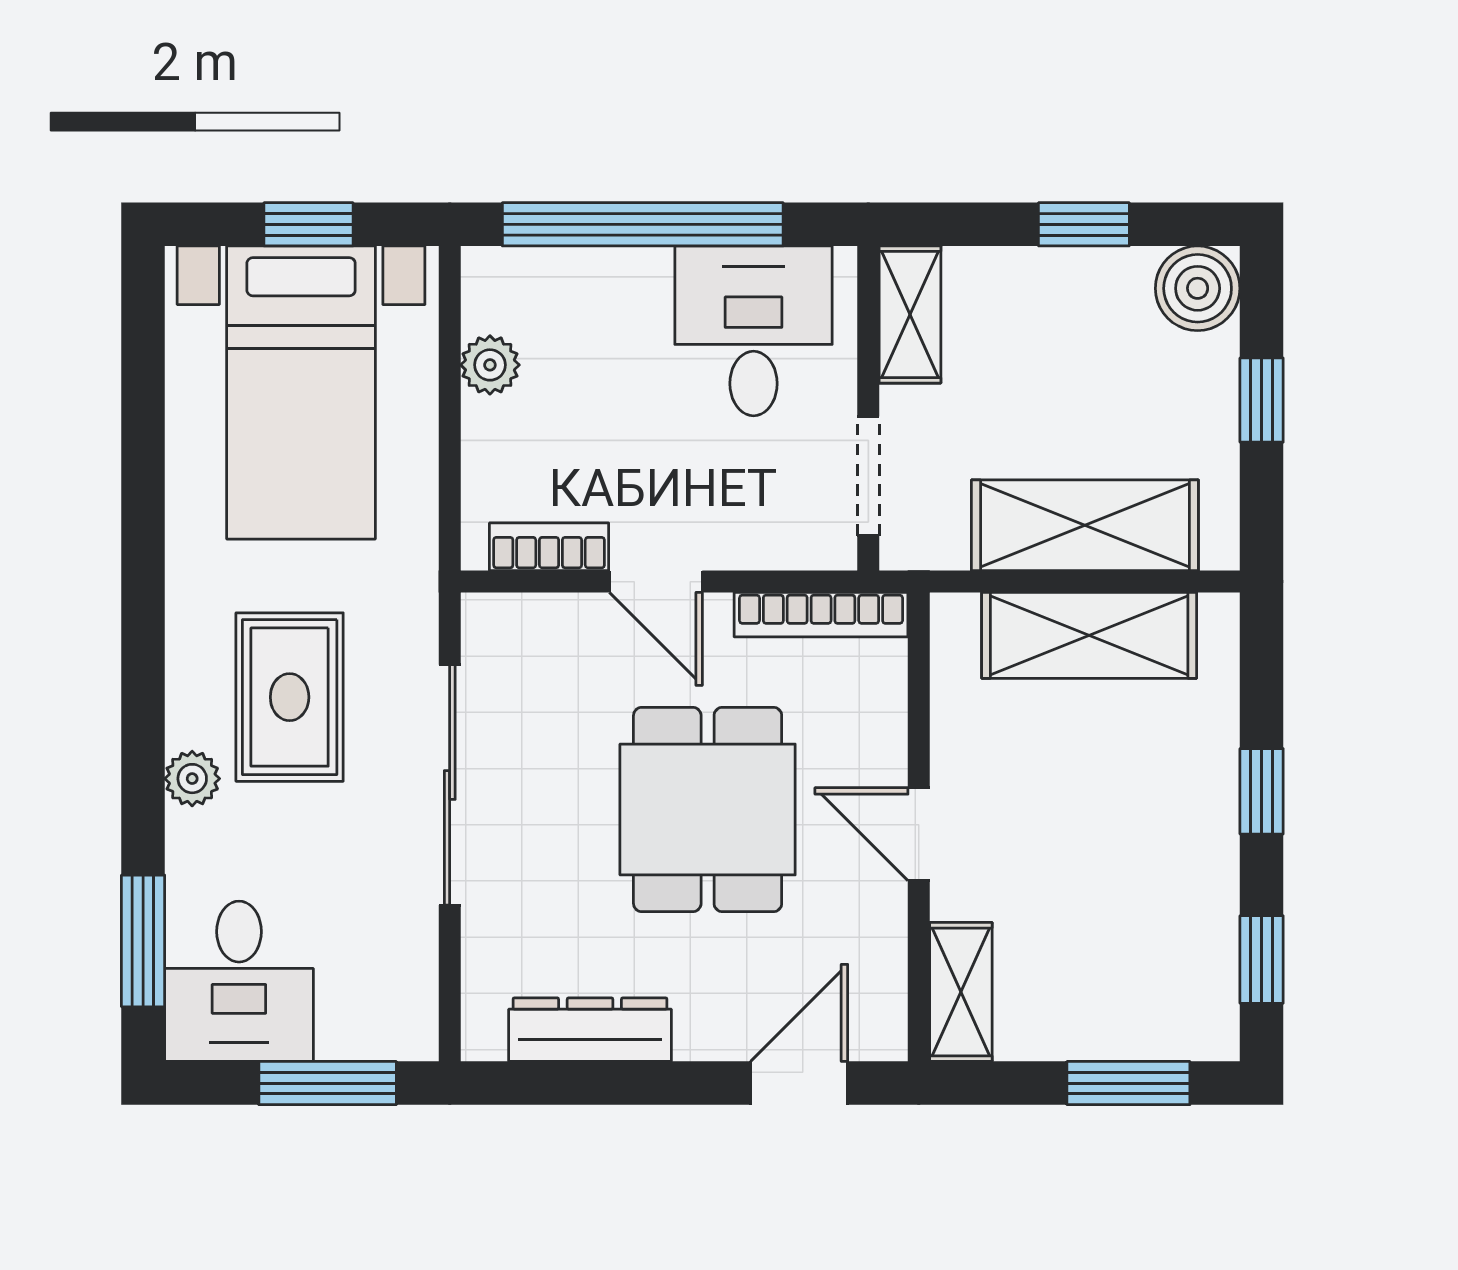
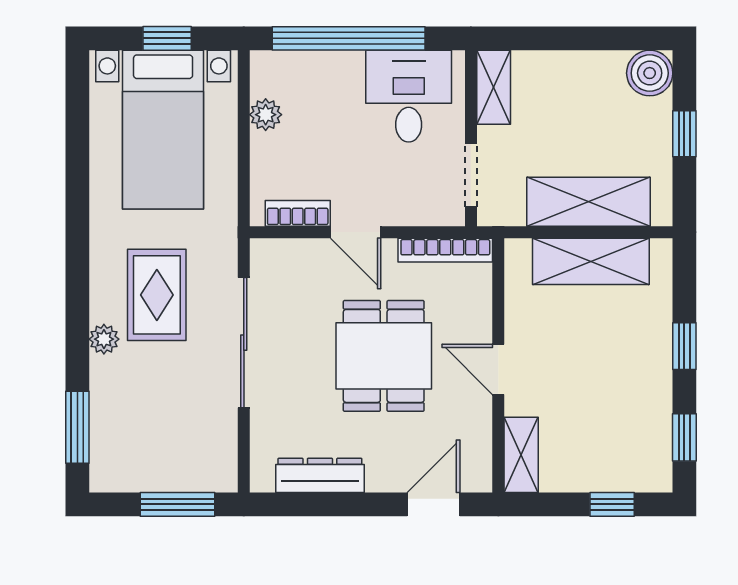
window: (1084, 224) -> (588, 38), removed
desk: (239, 981) -> (129, 449), removed
window: (1128, 1083) -> (612, 504), width x0.67

